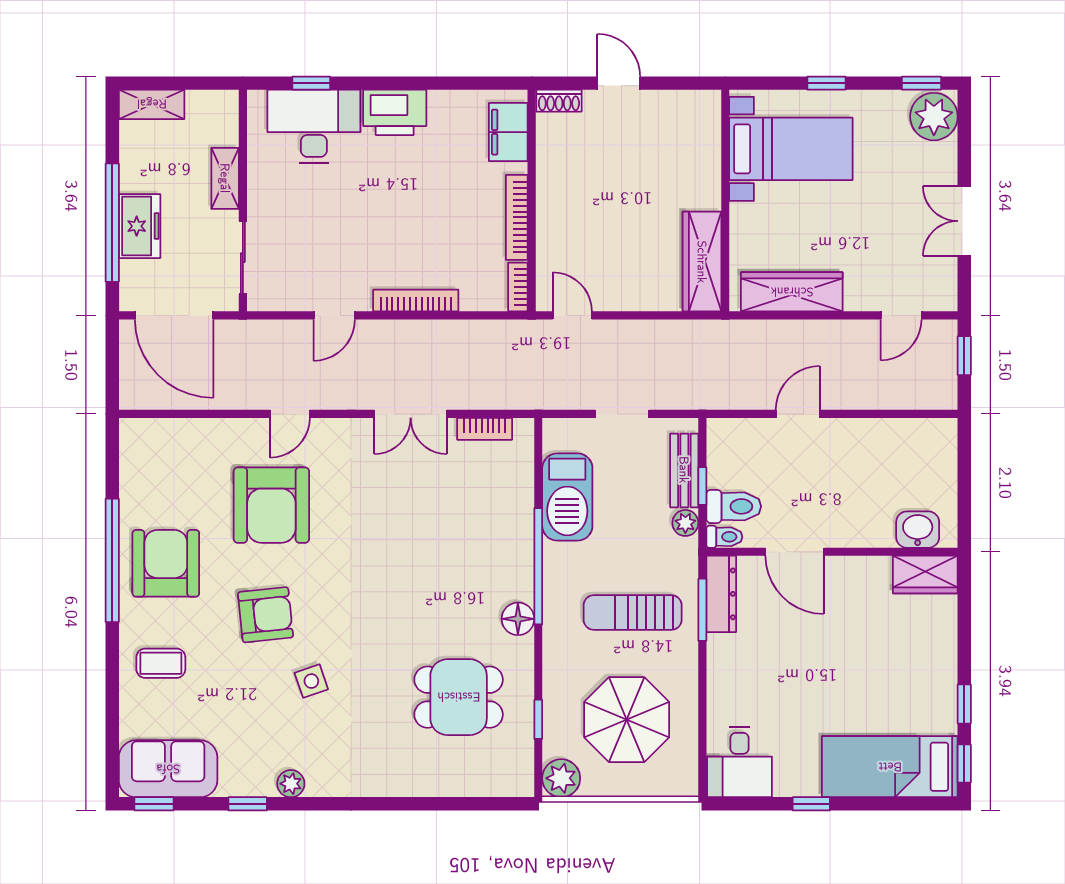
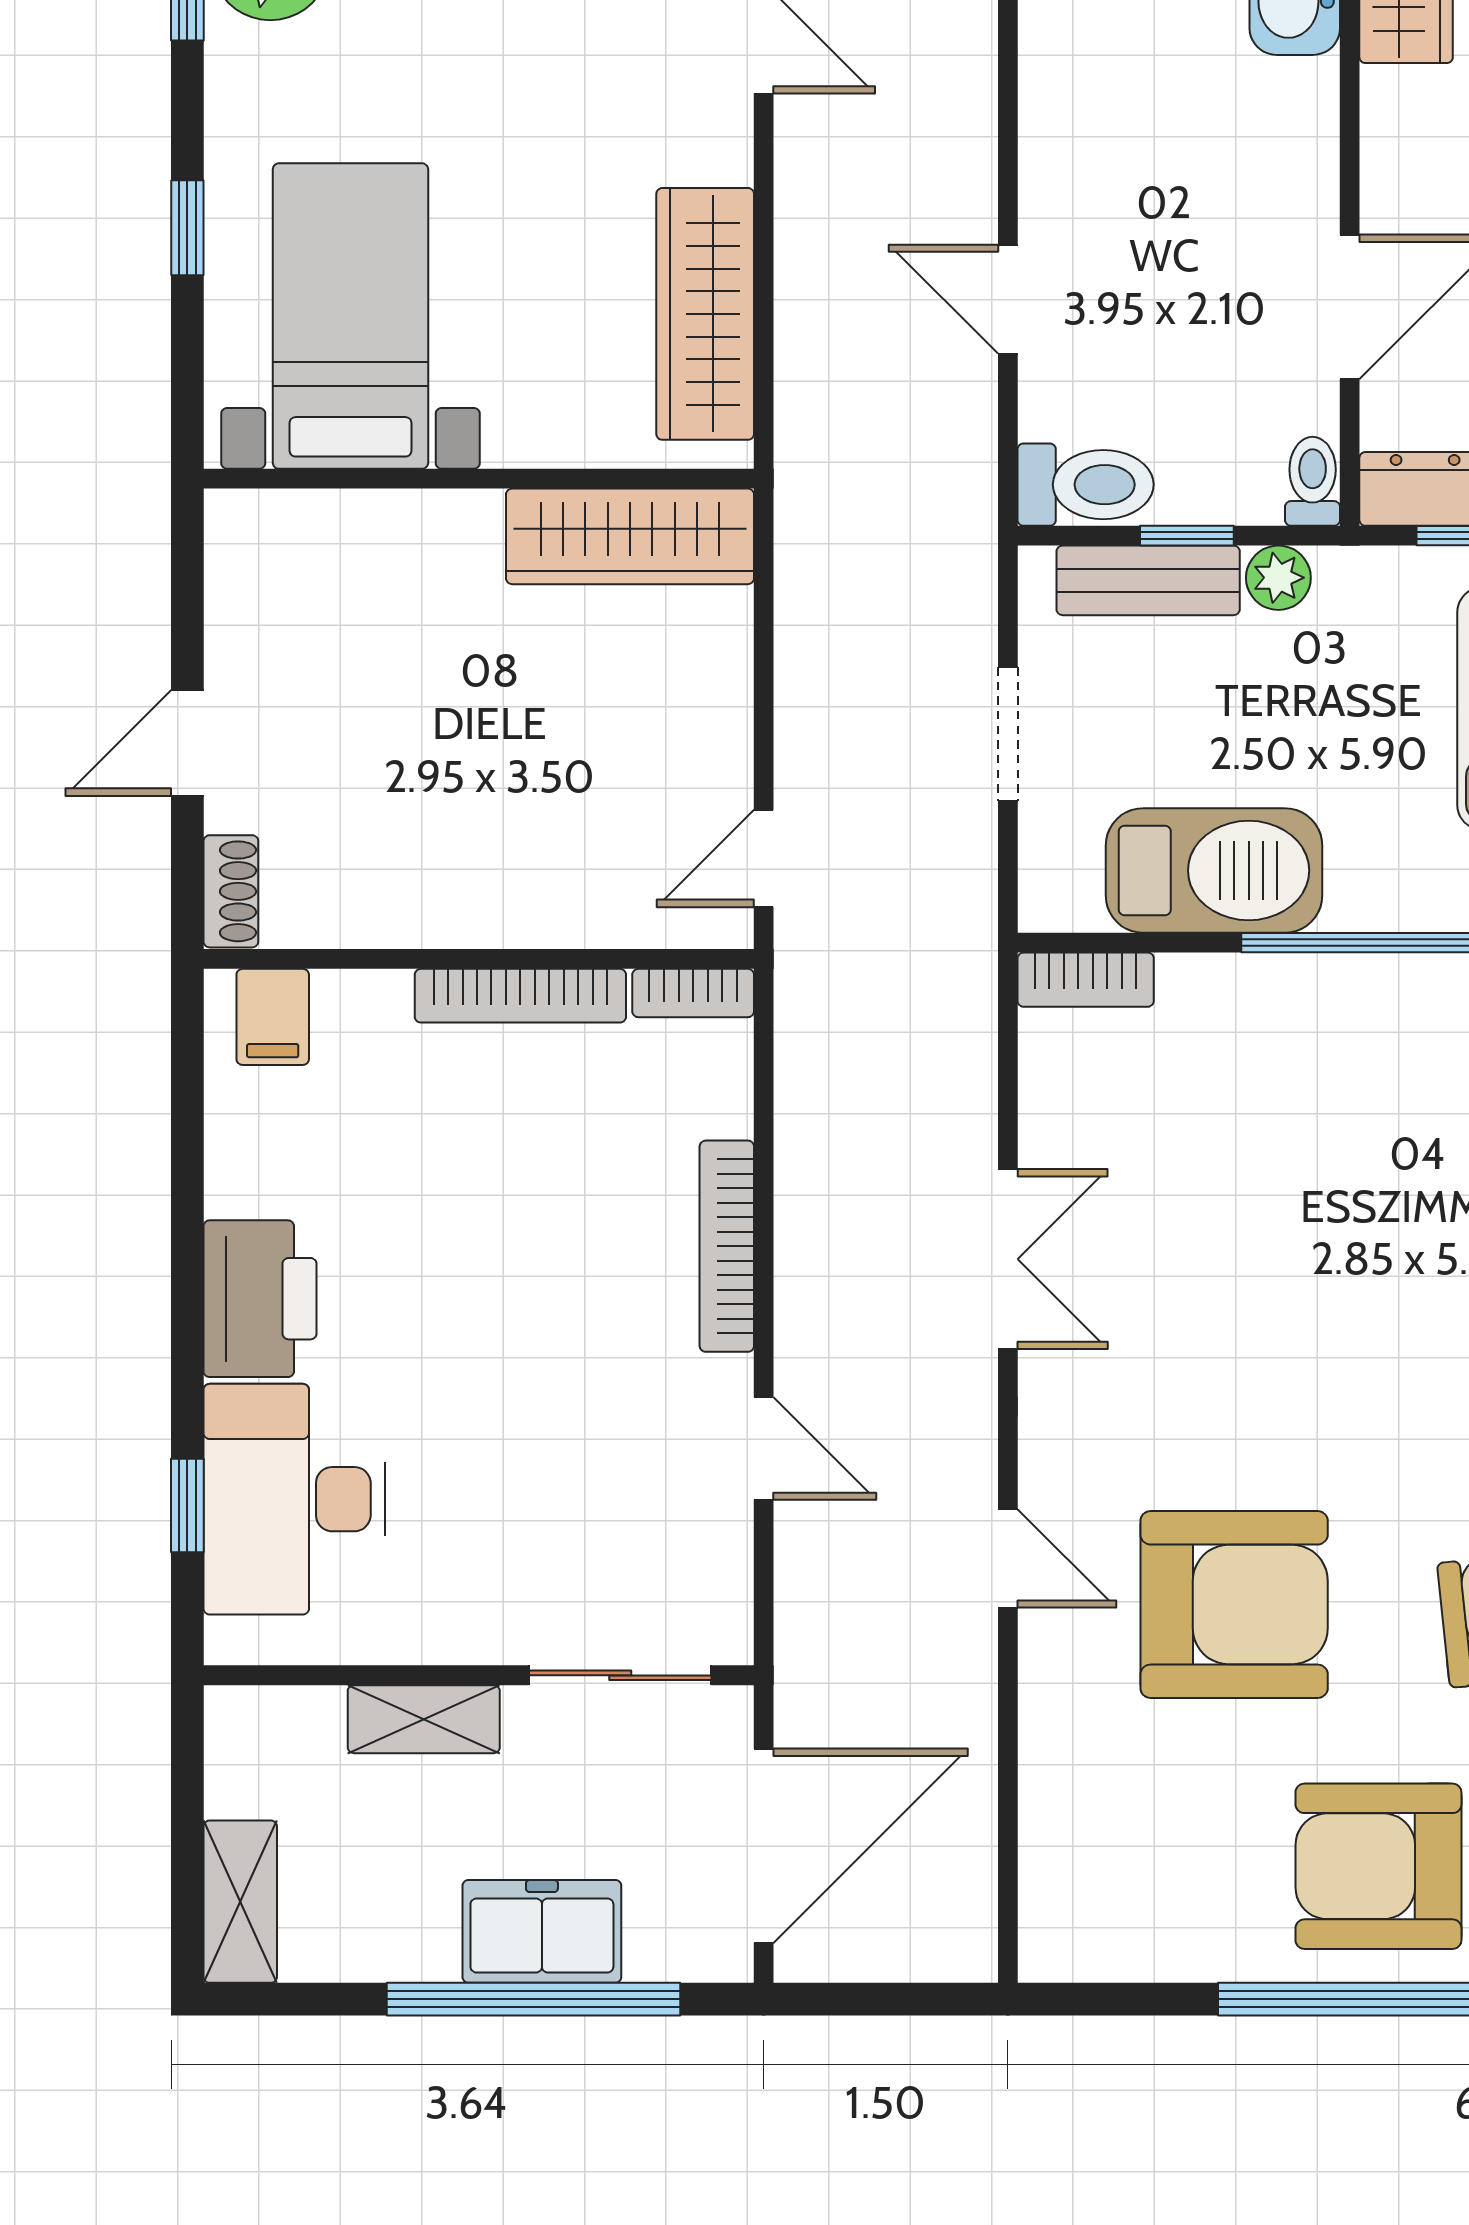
filing cabinet: (508, 132) -> (273, 1017), width x0.50
bookcase: (485, 429) -> (1086, 980), moved, turned 90
toilet: (734, 506) -> (1086, 485), moved, turned 90

